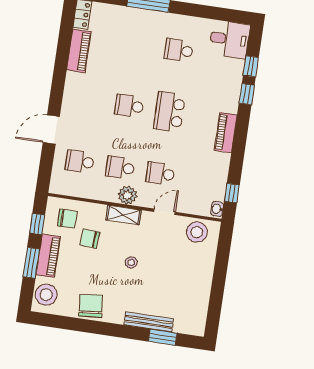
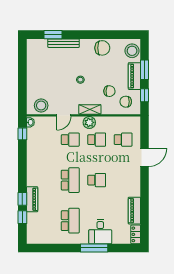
desk: (229, 39) -> (100, 232), moved, turned -90
school desk: (179, 50) -> (70, 221), width x1.85
piano: (226, 133) -> (32, 199), moved
chair: (91, 306) -> (102, 48), turned -84

